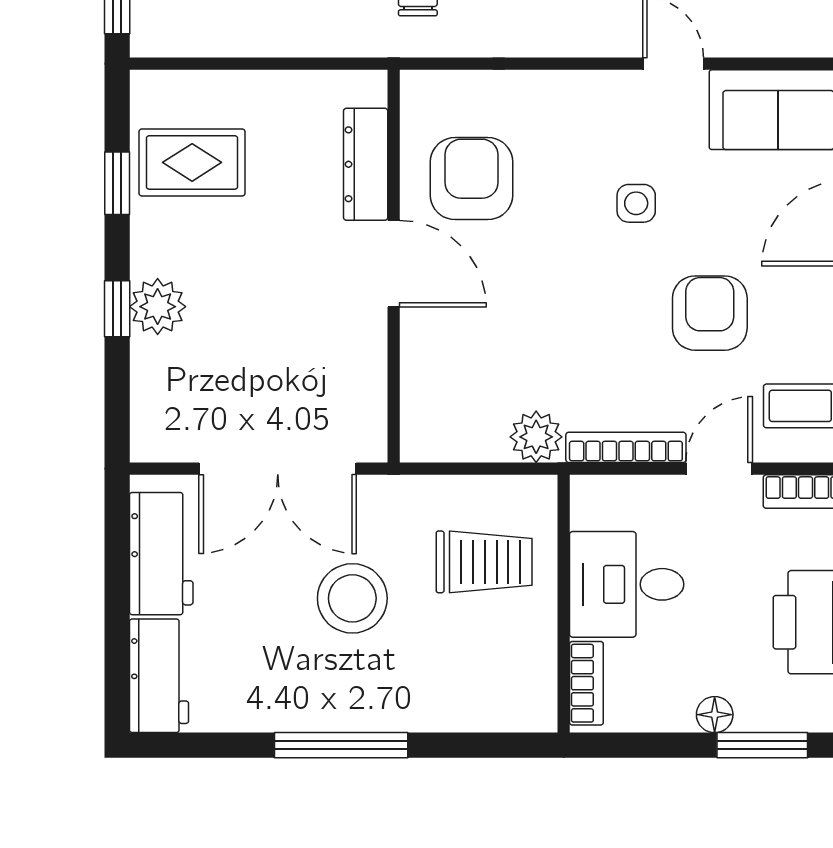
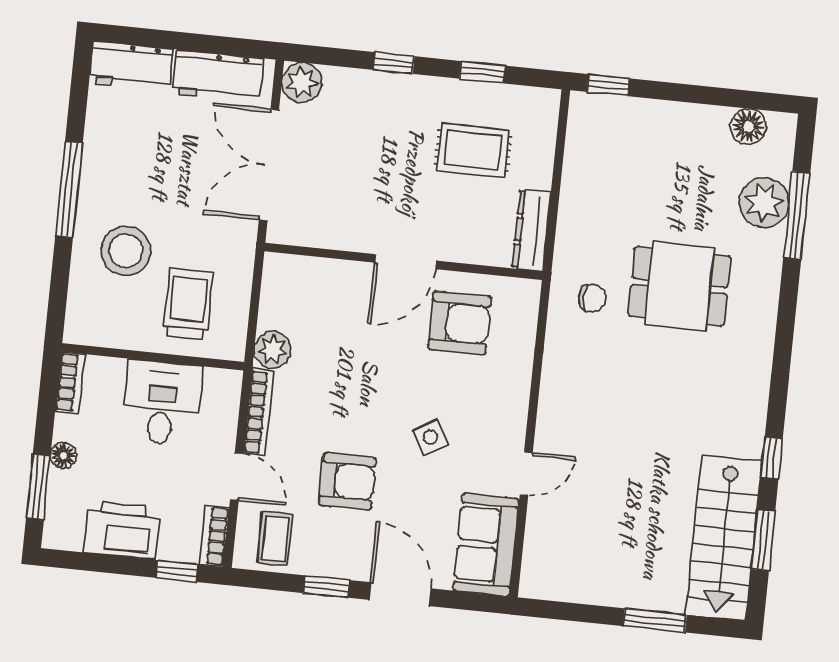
rug: (192, 162) -> (473, 150), moved, turned 90
dresser: (366, 164) -> (531, 230), moved, turned -90
side table: (636, 203) -> (430, 437), turned -30
plant: (158, 307) -> (302, 82), moved
trolley: (484, 562) -> (188, 304), turned 180
stool: (352, 598) -> (126, 251), moved
bookcase: (586, 683) -> (70, 383), moved, turned -90

